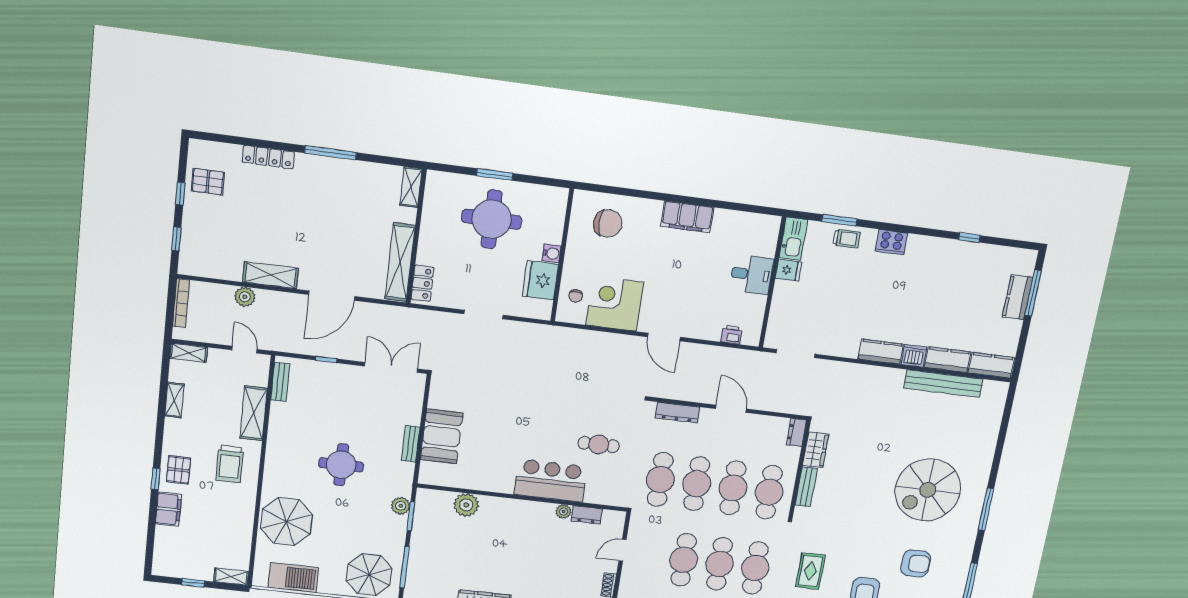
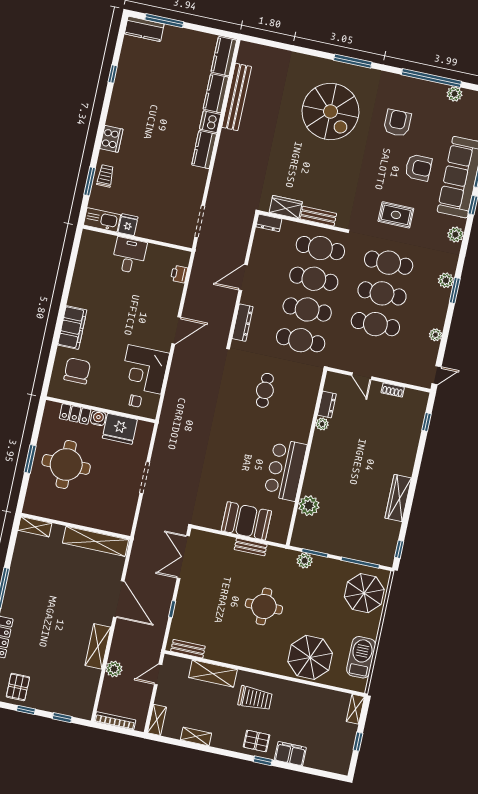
filing cabinet: (687, 217) -> (72, 328), moved
locker: (422, 283) -> (75, 414), moved, turned 180
kitchen counter: (1018, 297) -> (144, 29), moved
bar counter: (551, 481) -> (285, 470), moved

